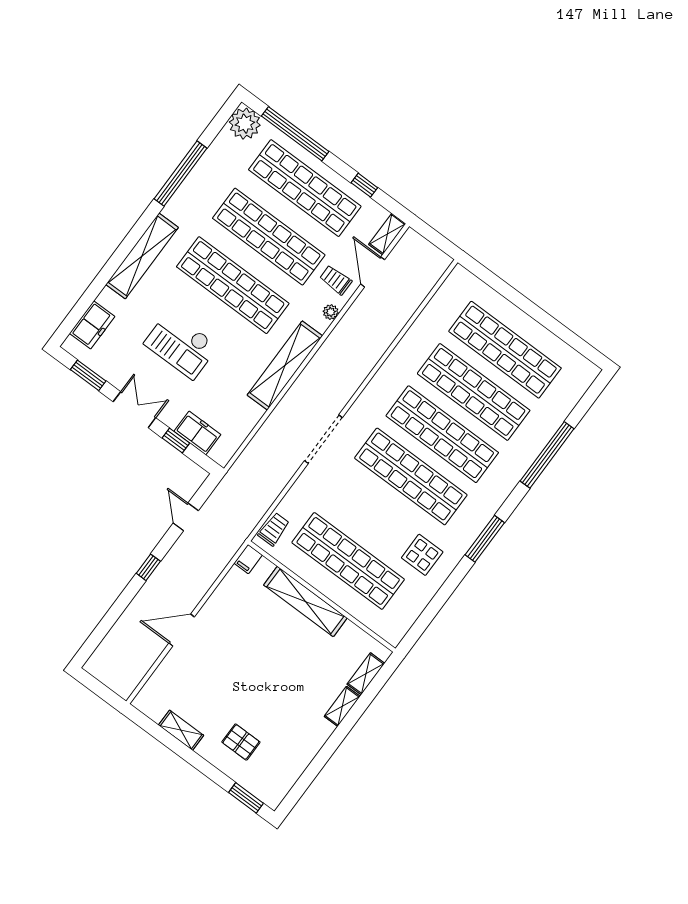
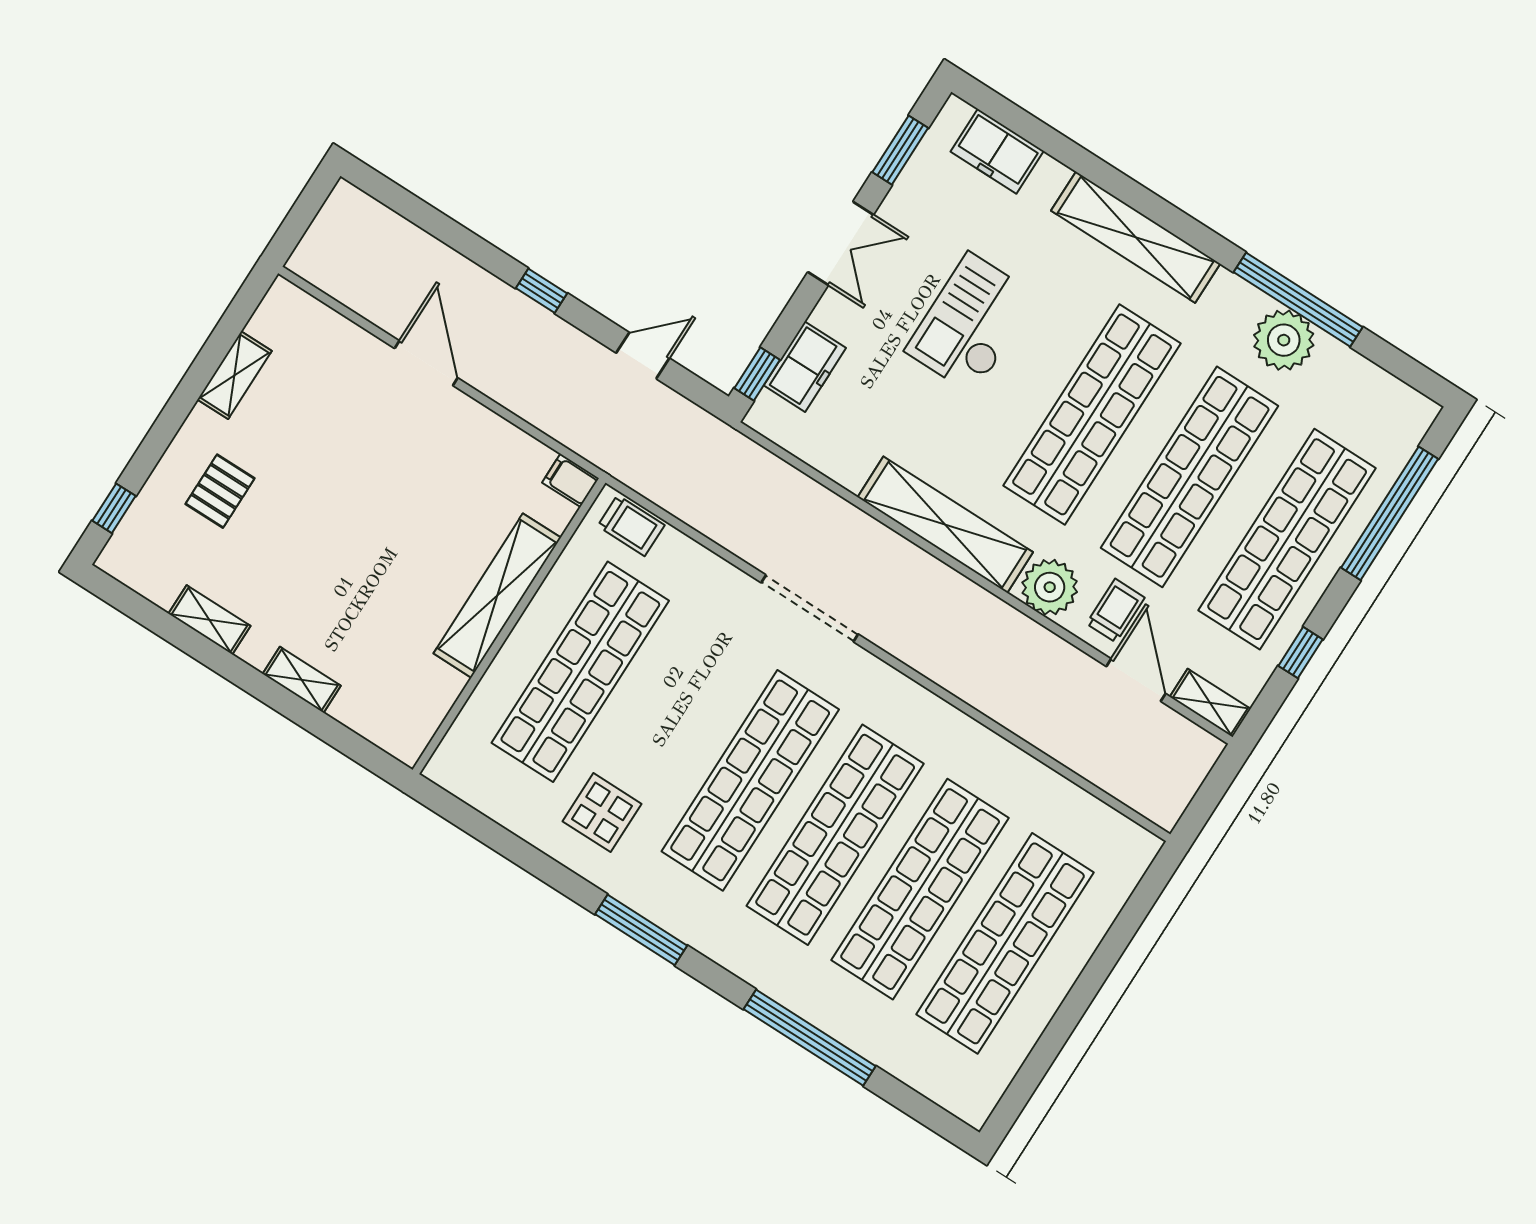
plant: (245, 124) -> (1284, 340), moved
door: (373, 272) -> (1136, 680), hinge flipped
plant: (331, 312) -> (1050, 587), width x1.87, depth x1.87
window: (176, 441) -> (757, 374), moved
shelving: (366, 674) -> (209, 620), moved
window: (246, 798) -> (114, 508), width x0.67

